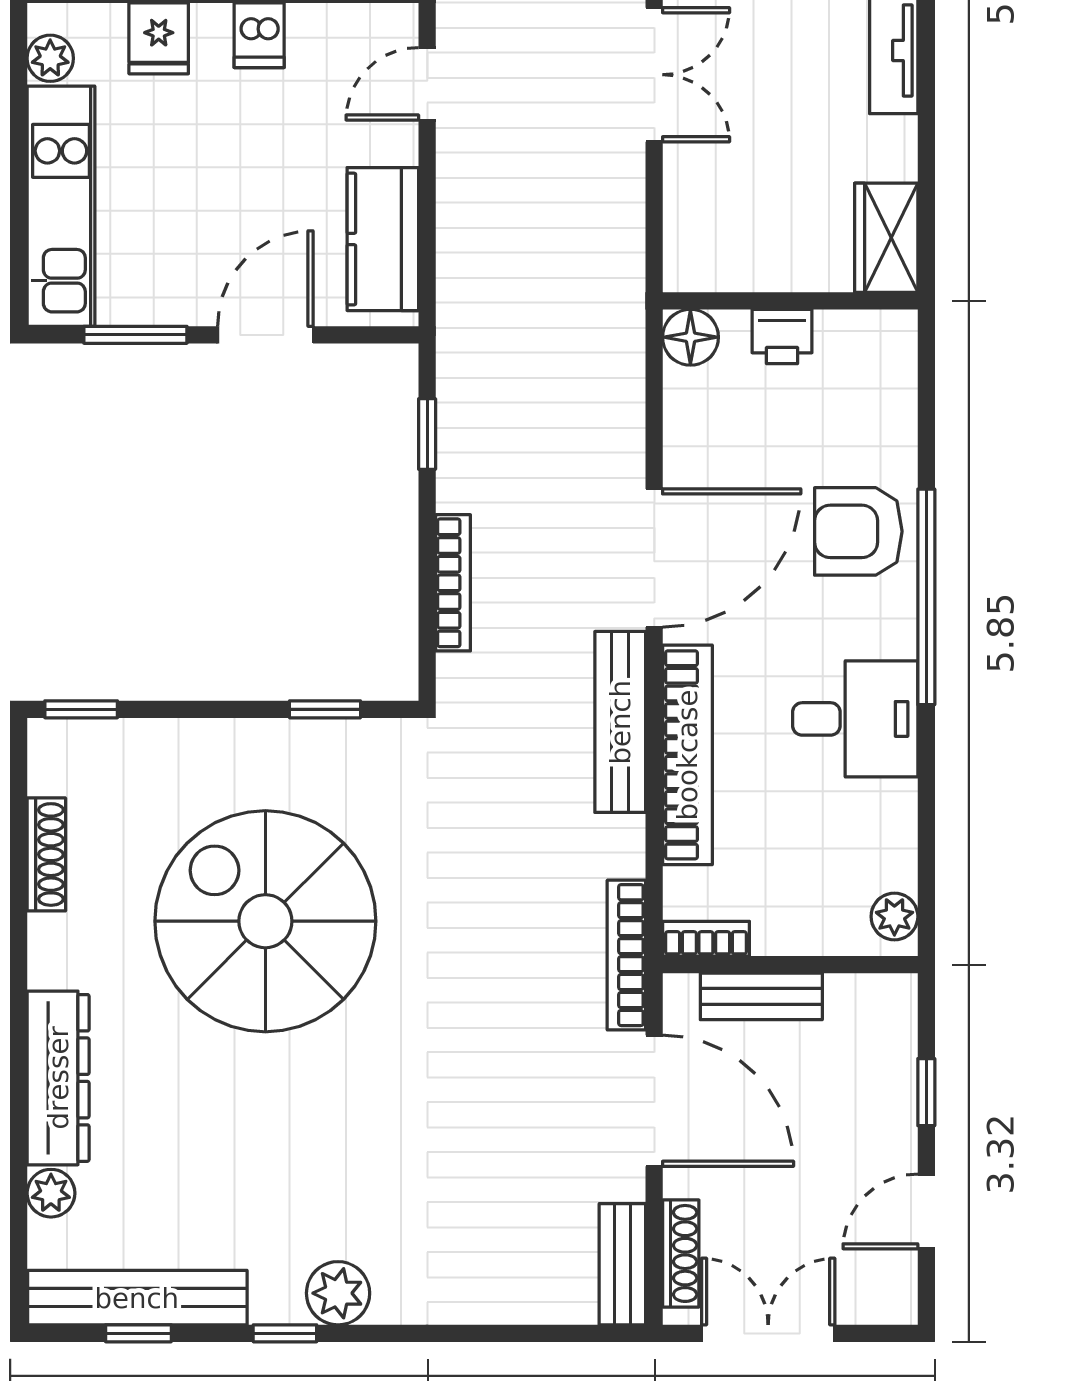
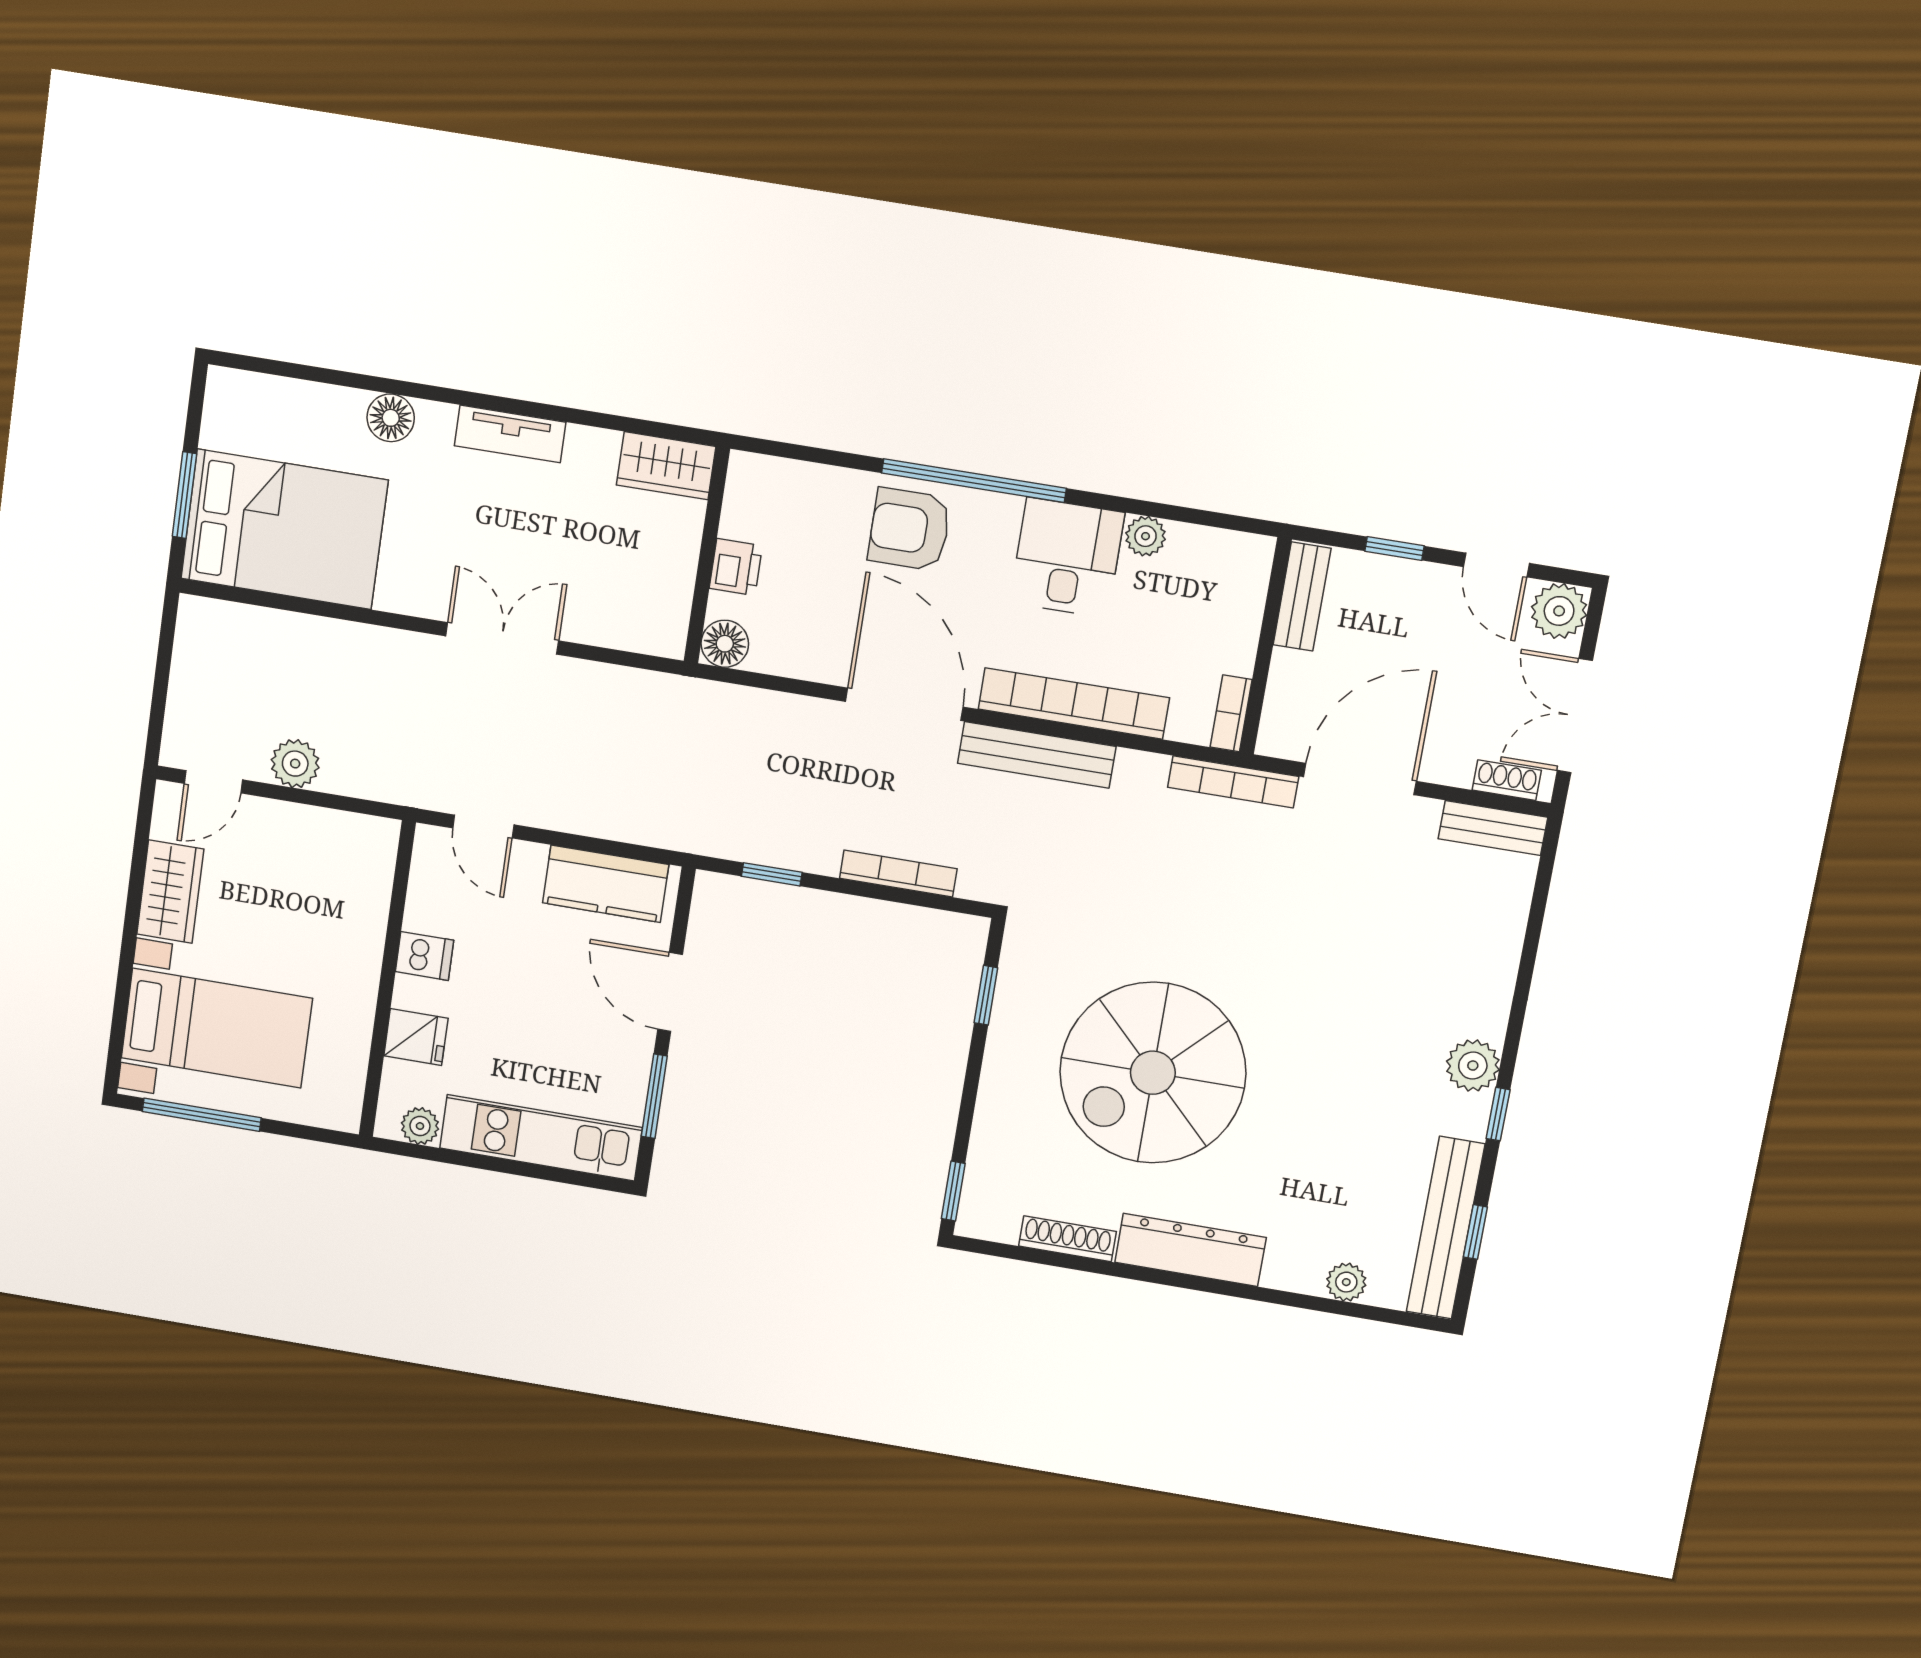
armchair: (858, 531) -> (909, 529), turned 90
plant: (894, 916) -> (1146, 536), moved
bench: (761, 996) -> (1302, 597), moved
dresser: (58, 1078) -> (1190, 1250), moved
shoe rack: (681, 1253) -> (1507, 780), width x0.70
plant: (886, 1293) -> (1559, 611), added

